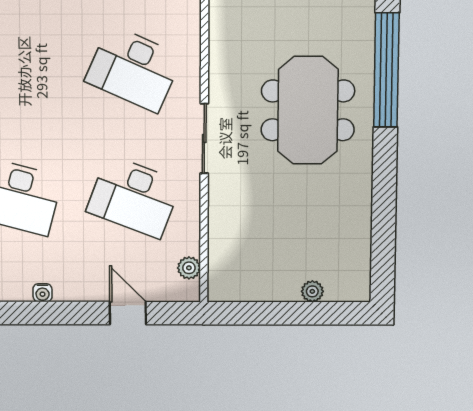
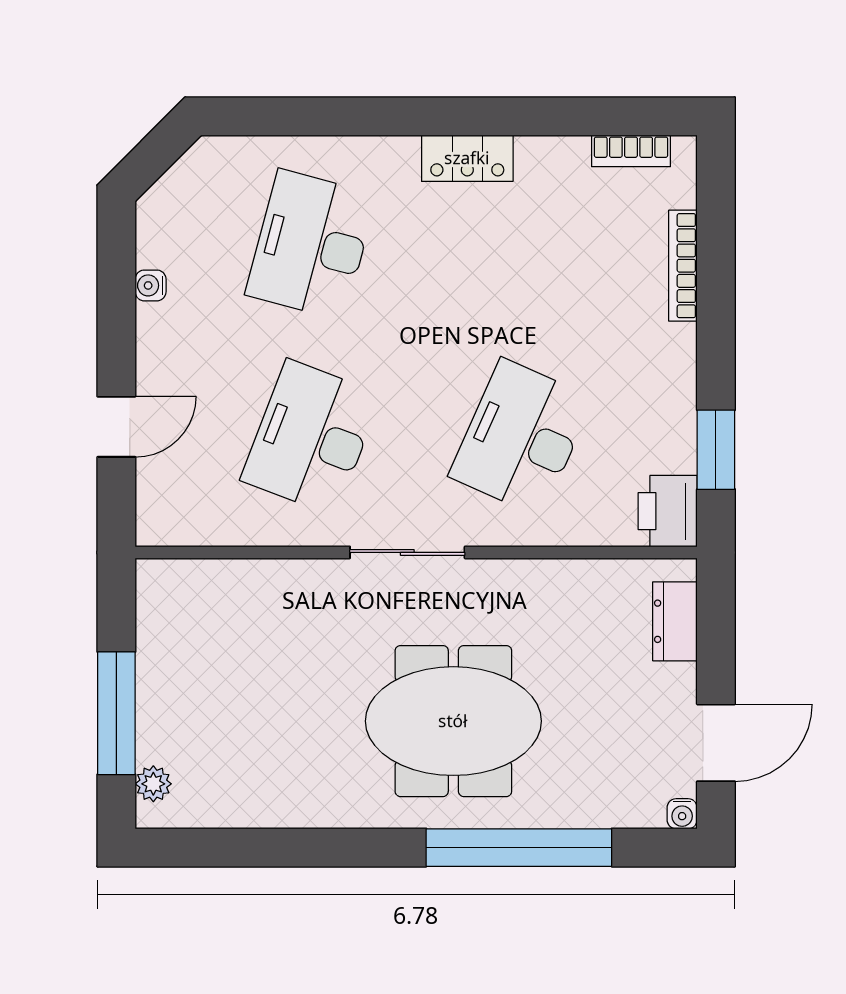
plant: (189, 268) -> (193, 528), removed
plant: (312, 291) -> (153, 784), moved
window: (301, 313) -> (116, 713), added

